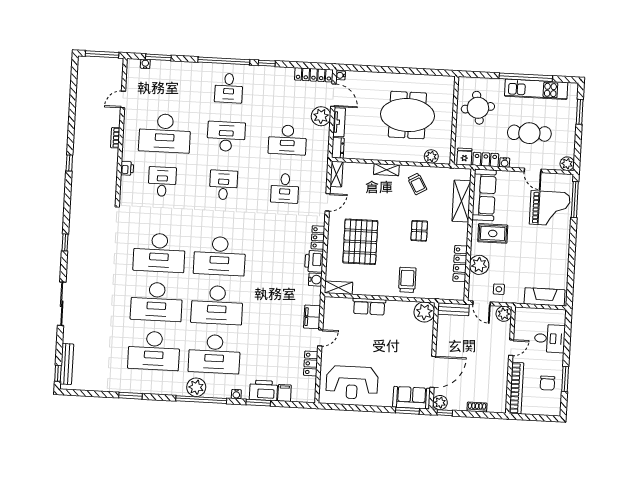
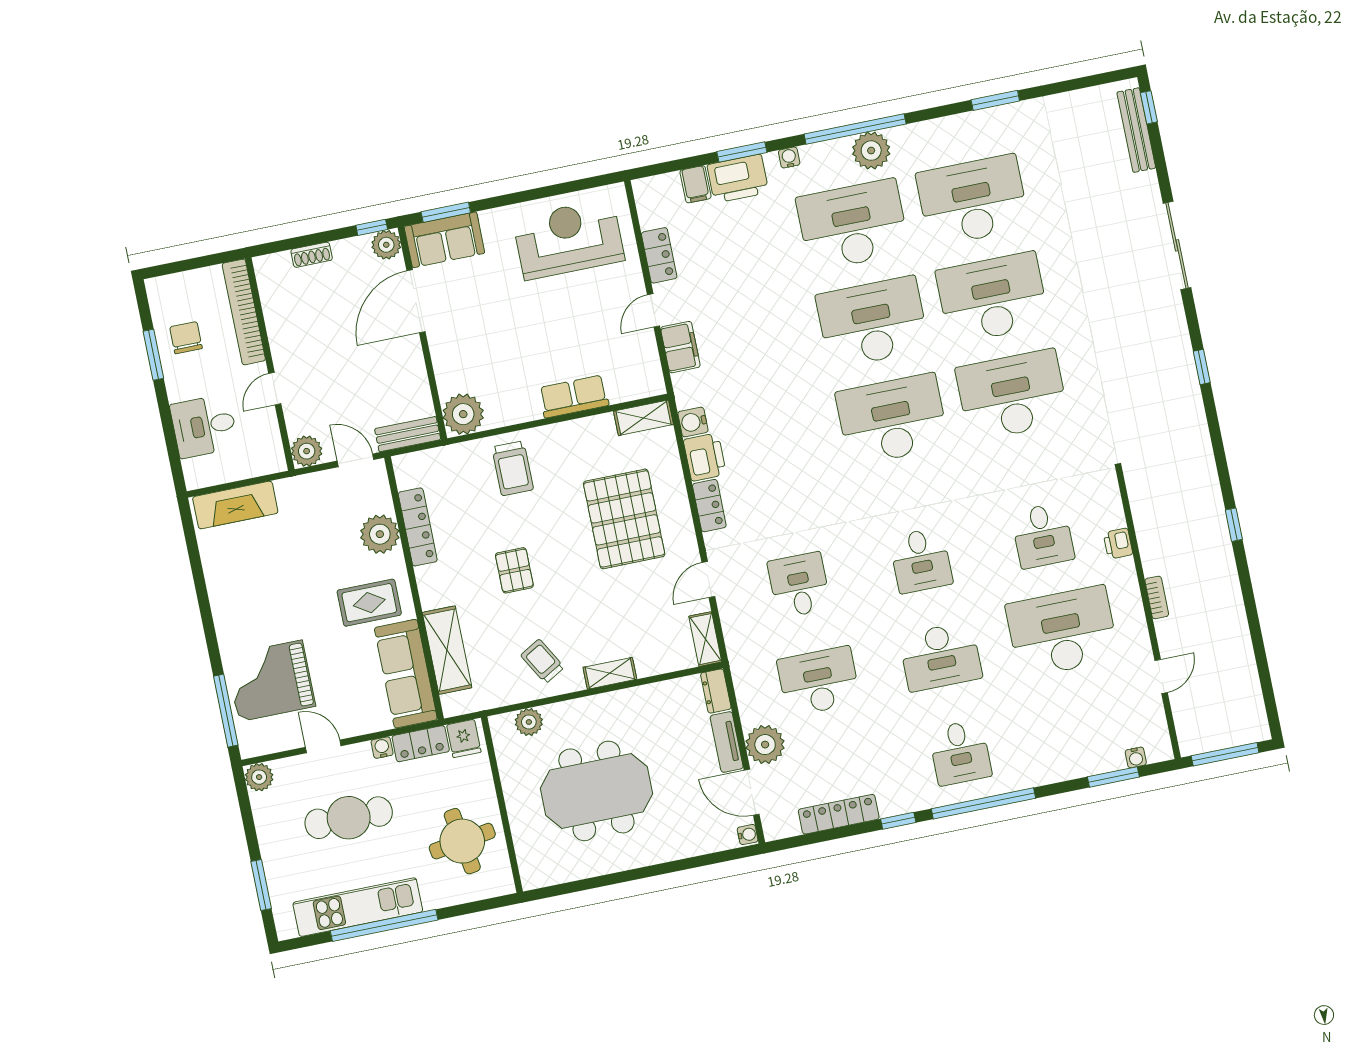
locker: (314, 75) -> (839, 814), moved
desk: (229, 88) -> (960, 753), turned 180
side table: (499, 289) -> (329, 497), removed

